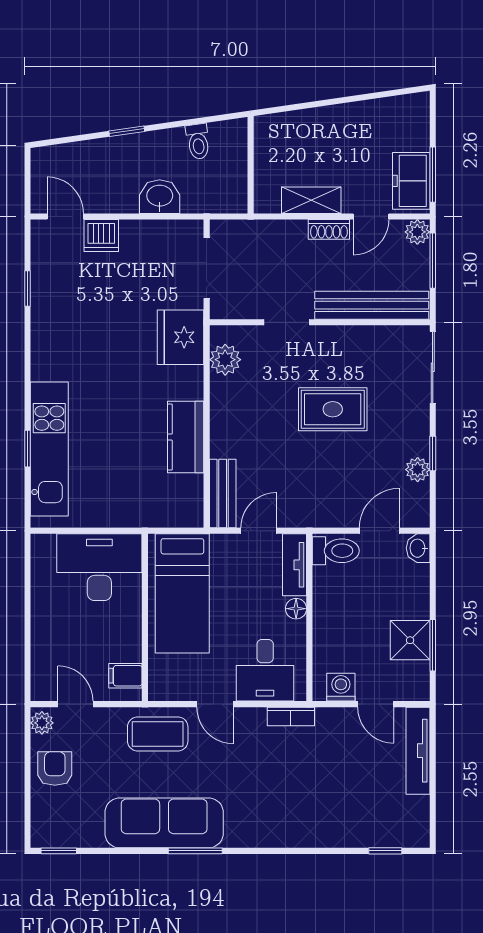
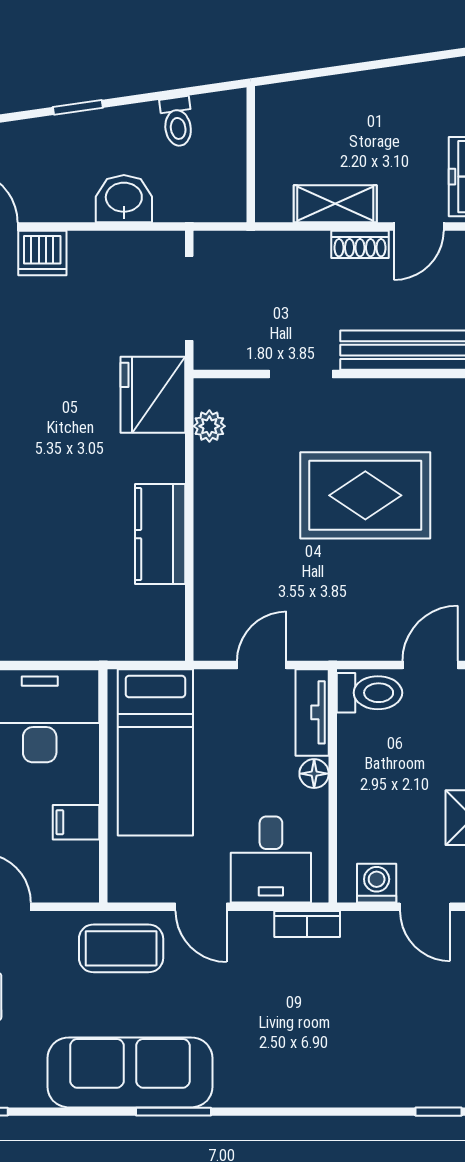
plant: (225, 360) -> (209, 426), width x0.73, depth x0.73
rug: (333, 409) -> (365, 495), width x1.36, depth x1.43
bench: (223, 494) -> (212, 613), removed
filing cabinet: (125, 676) -> (76, 822), moved

